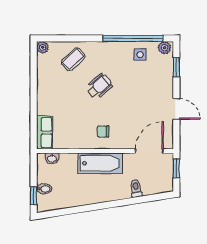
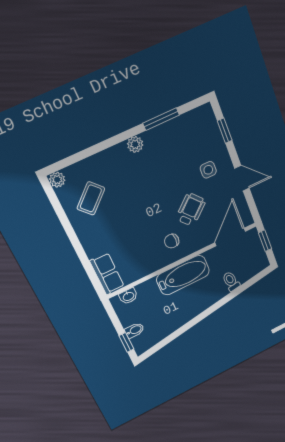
window: (133, 38) -> (161, 119), width x0.47
plant: (164, 48) -> (135, 144), moved
side table: (140, 55) -> (208, 170), moved
coffee table: (73, 59) -> (91, 198), moved
wheelchair: (99, 86) -> (191, 210), moved

